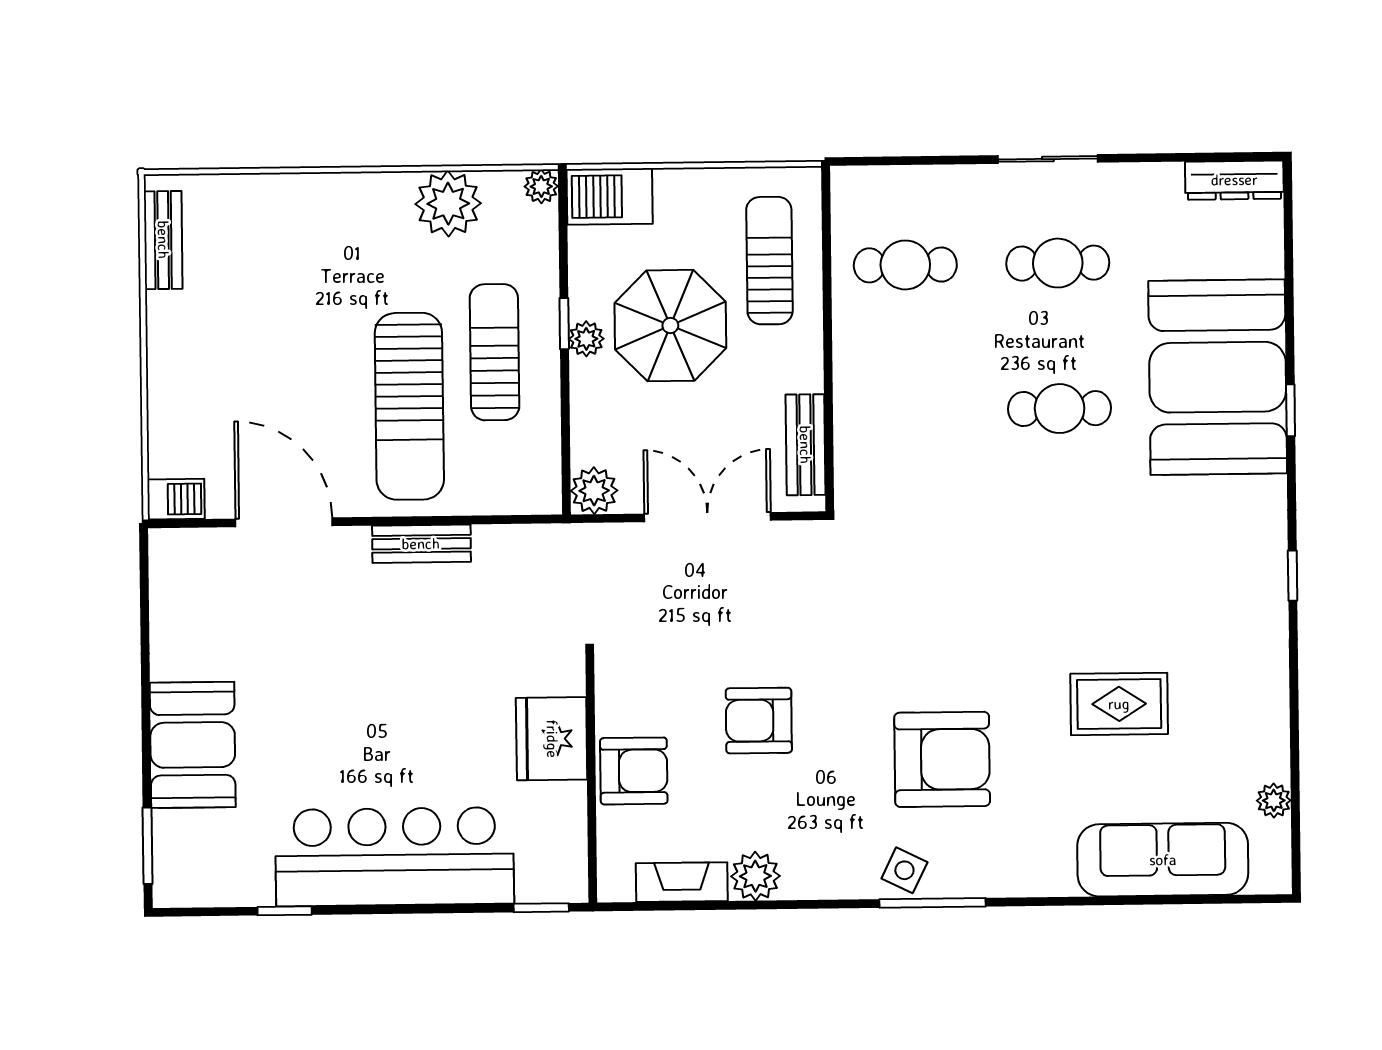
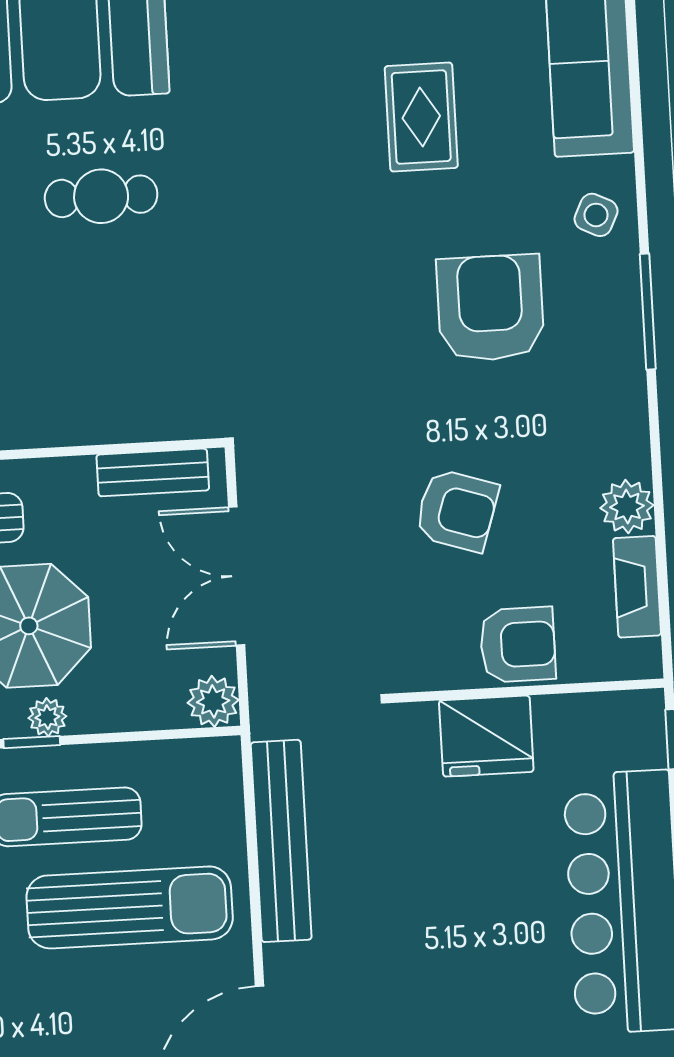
cafe table: (1060, 409) -> (101, 196), turned 90
bench: (421, 544) -> (281, 841), width x1.86, depth x1.21
armchair: (759, 721) -> (457, 510), turned -72
armchair: (634, 771) -> (518, 645), turned 90
side table: (904, 870) -> (596, 215), moved

